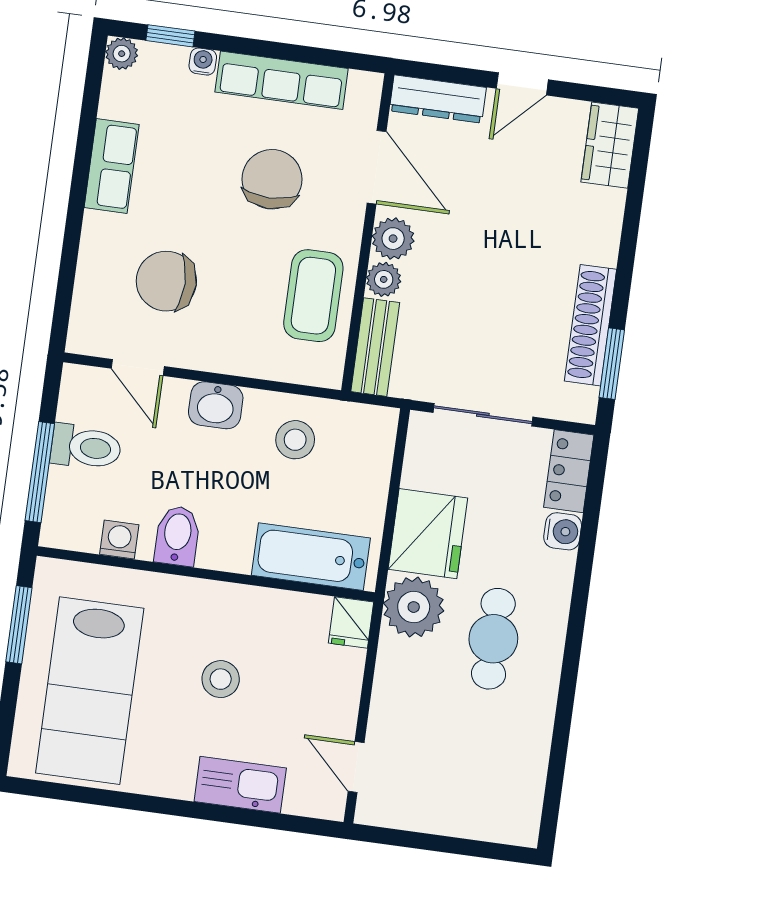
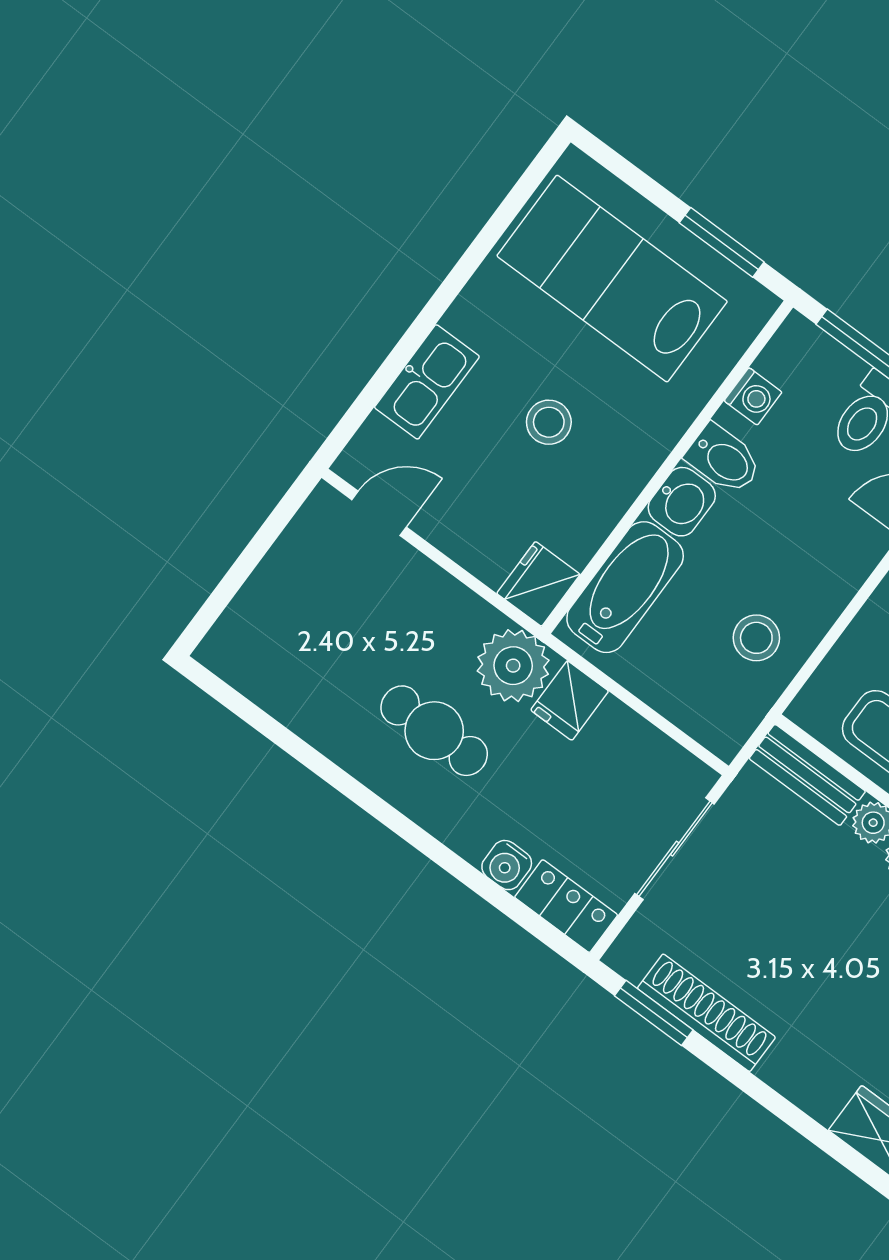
washbasin: (216, 405) -> (682, 502), moved, turned 180
fridge: (428, 534) -> (570, 701), width x0.53, depth x0.75
fridge: (351, 623) -> (538, 584), width x1.38

